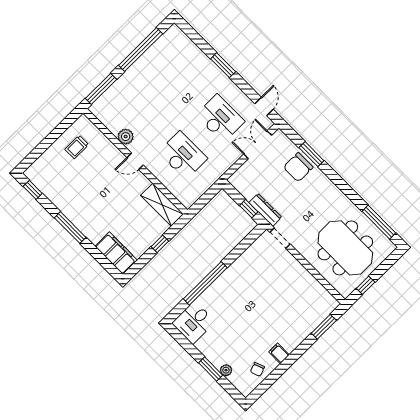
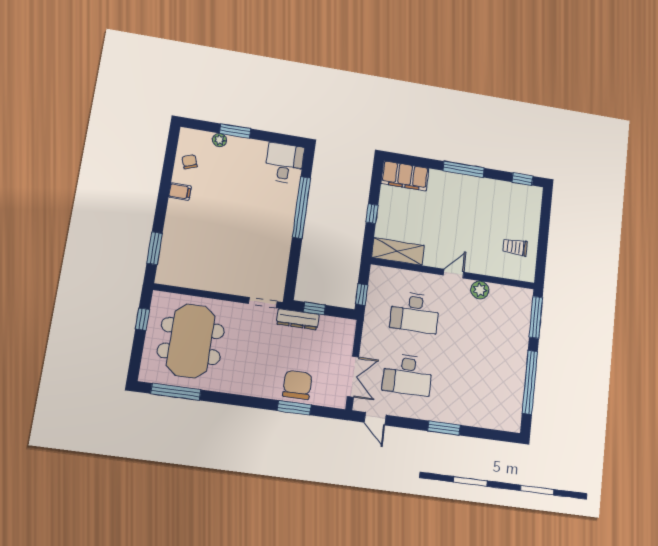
trolley: (77, 147) -> (515, 247), turned -90
window: (210, 194) -> (362, 294), added
meeting table: (345, 248) -> (191, 341), turned 90

